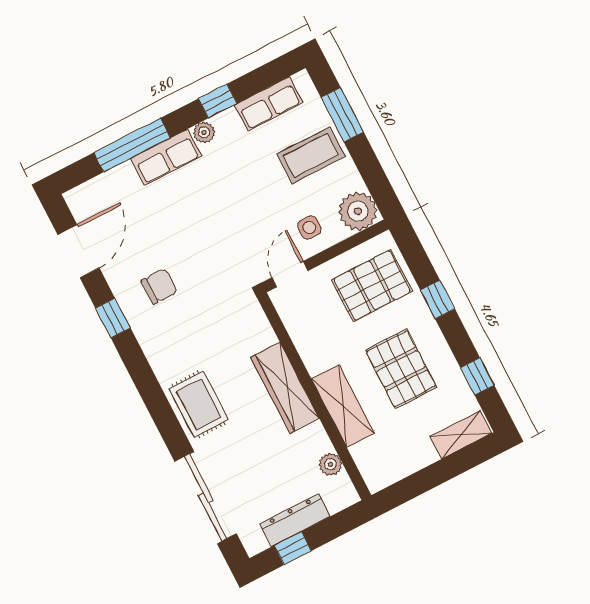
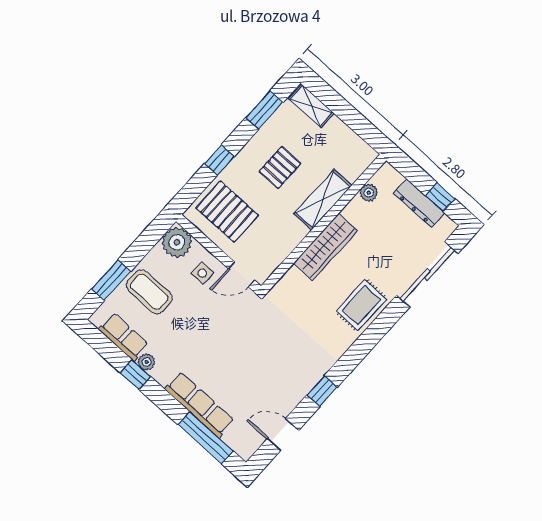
plant: (204, 132) -> (146, 362), moved
window: (132, 145) -> (206, 438), moved
row of seats: (166, 157) -> (199, 405), width x1.48
door: (78, 251) -> (283, 435), width x0.73
chair: (159, 286) -> (286, 366), removed
pallet: (401, 369) -> (280, 168), width x0.67, depth x0.71
window: (477, 376) -> (264, 110), width x1.50

